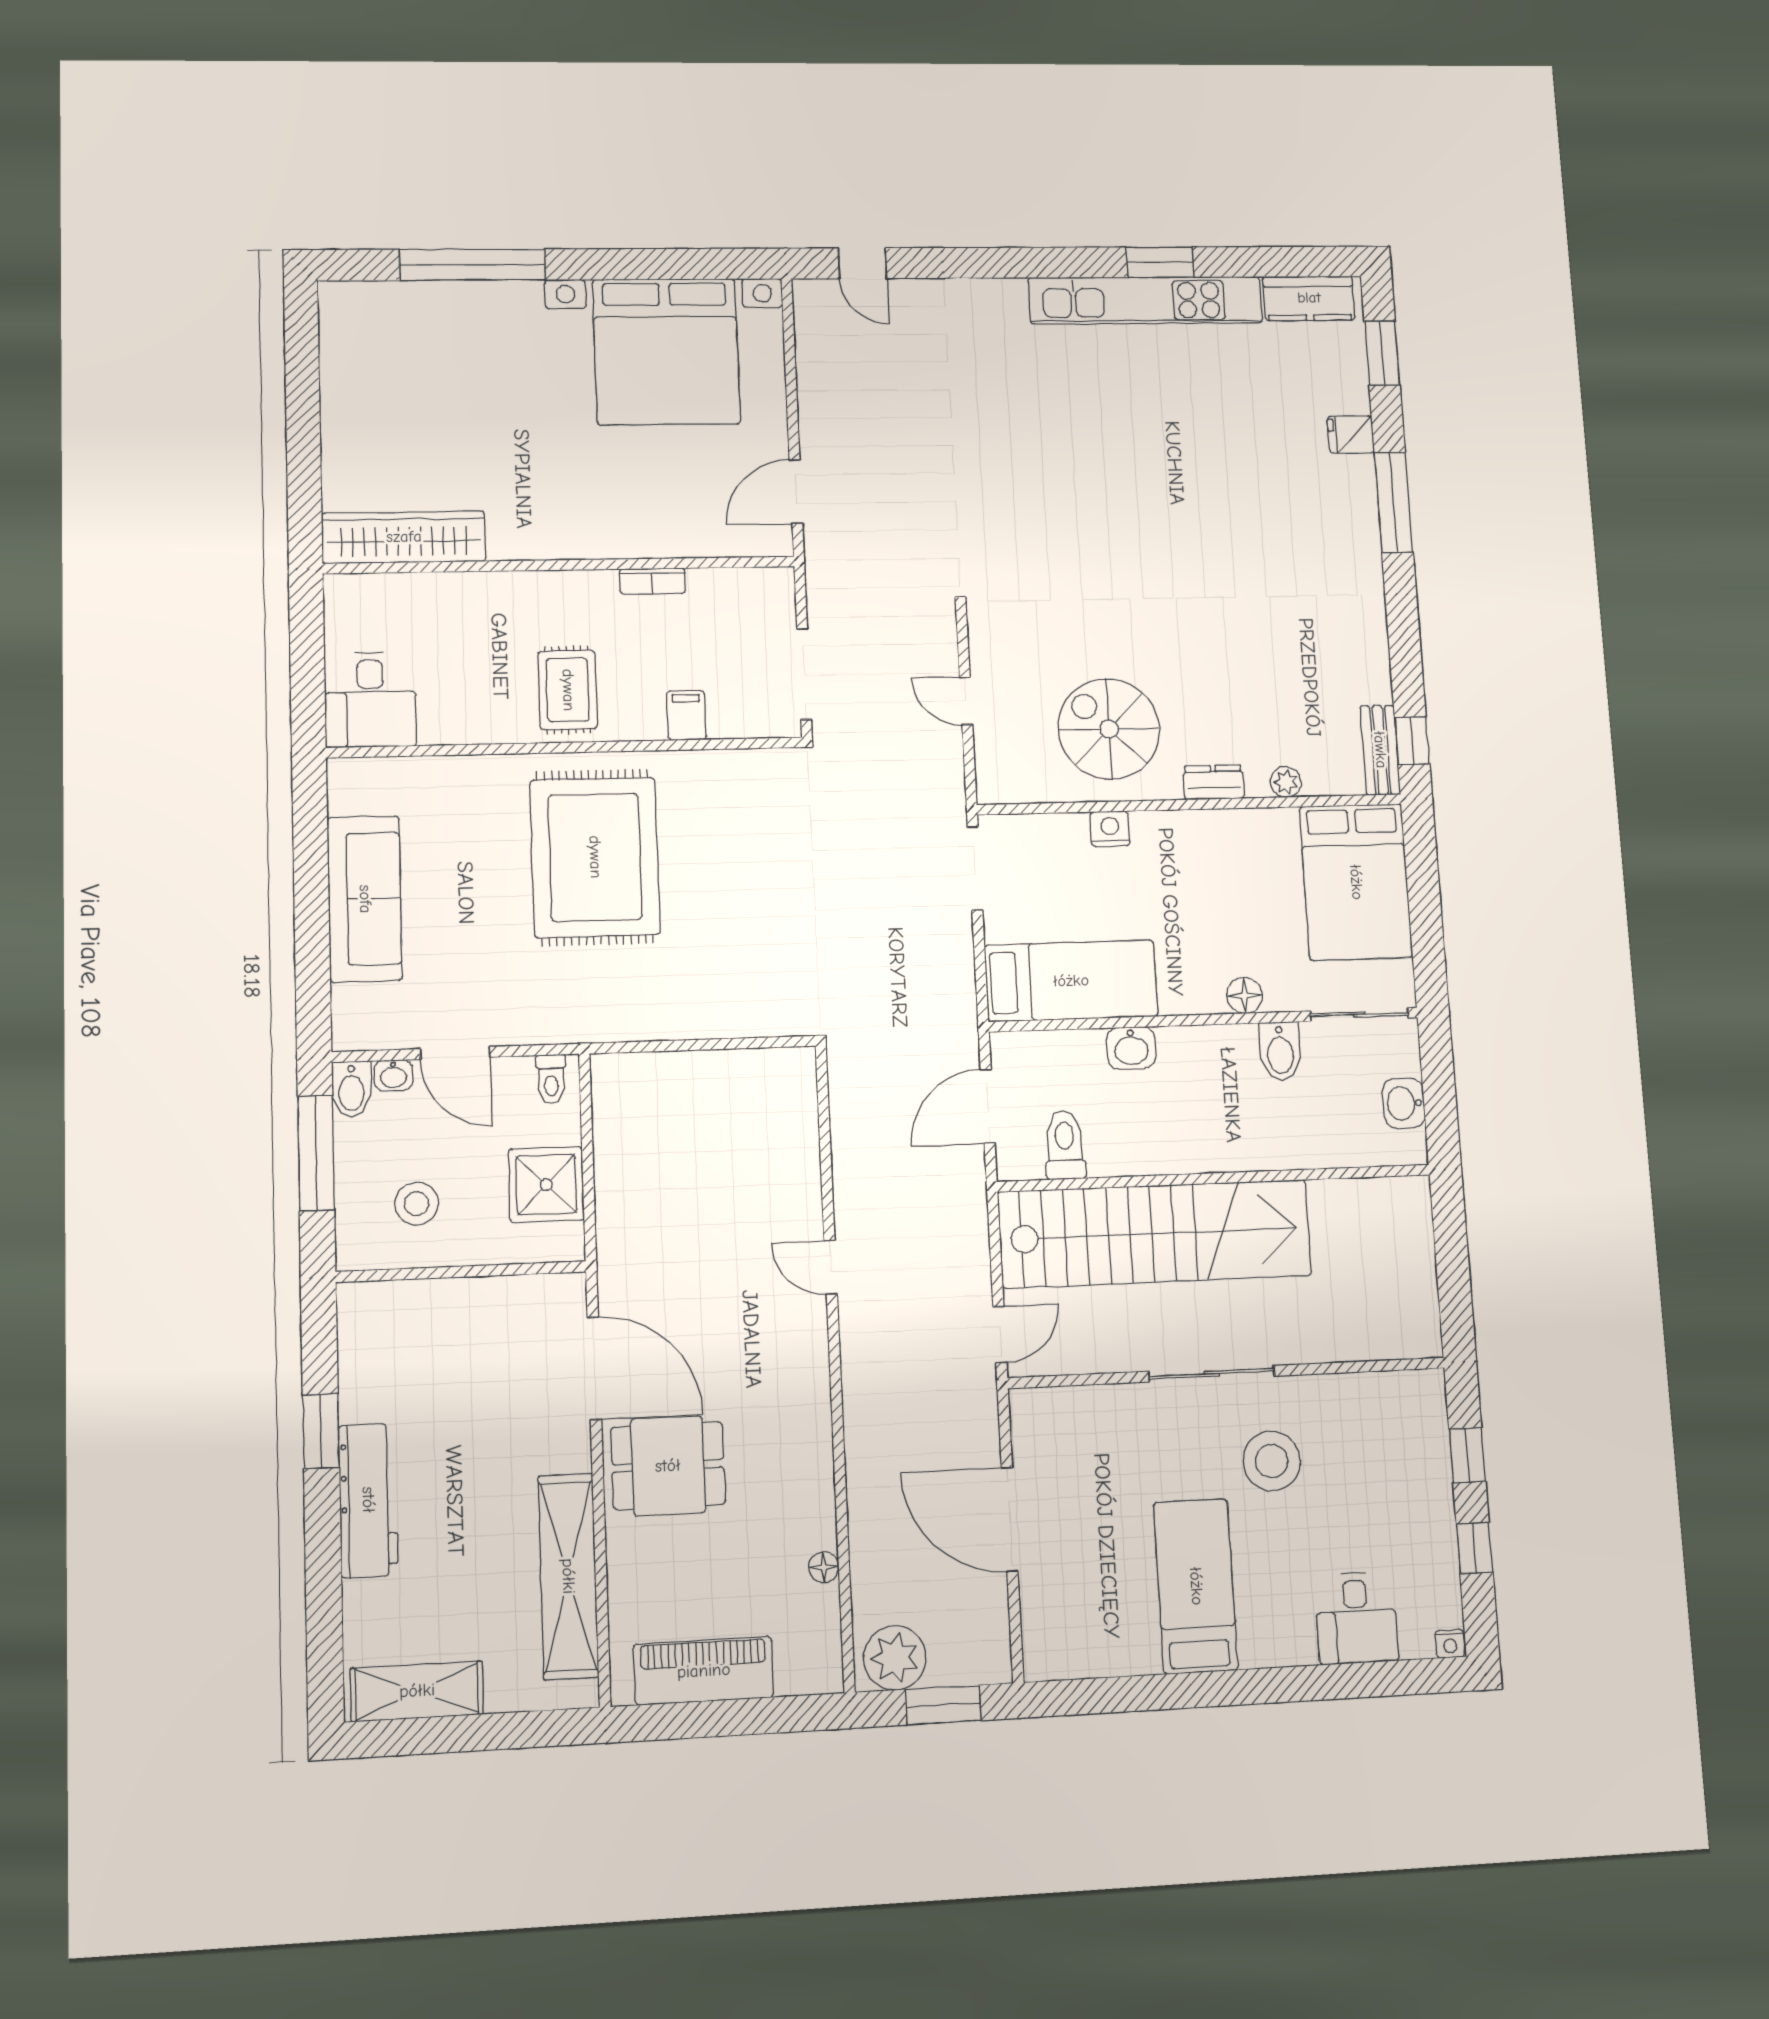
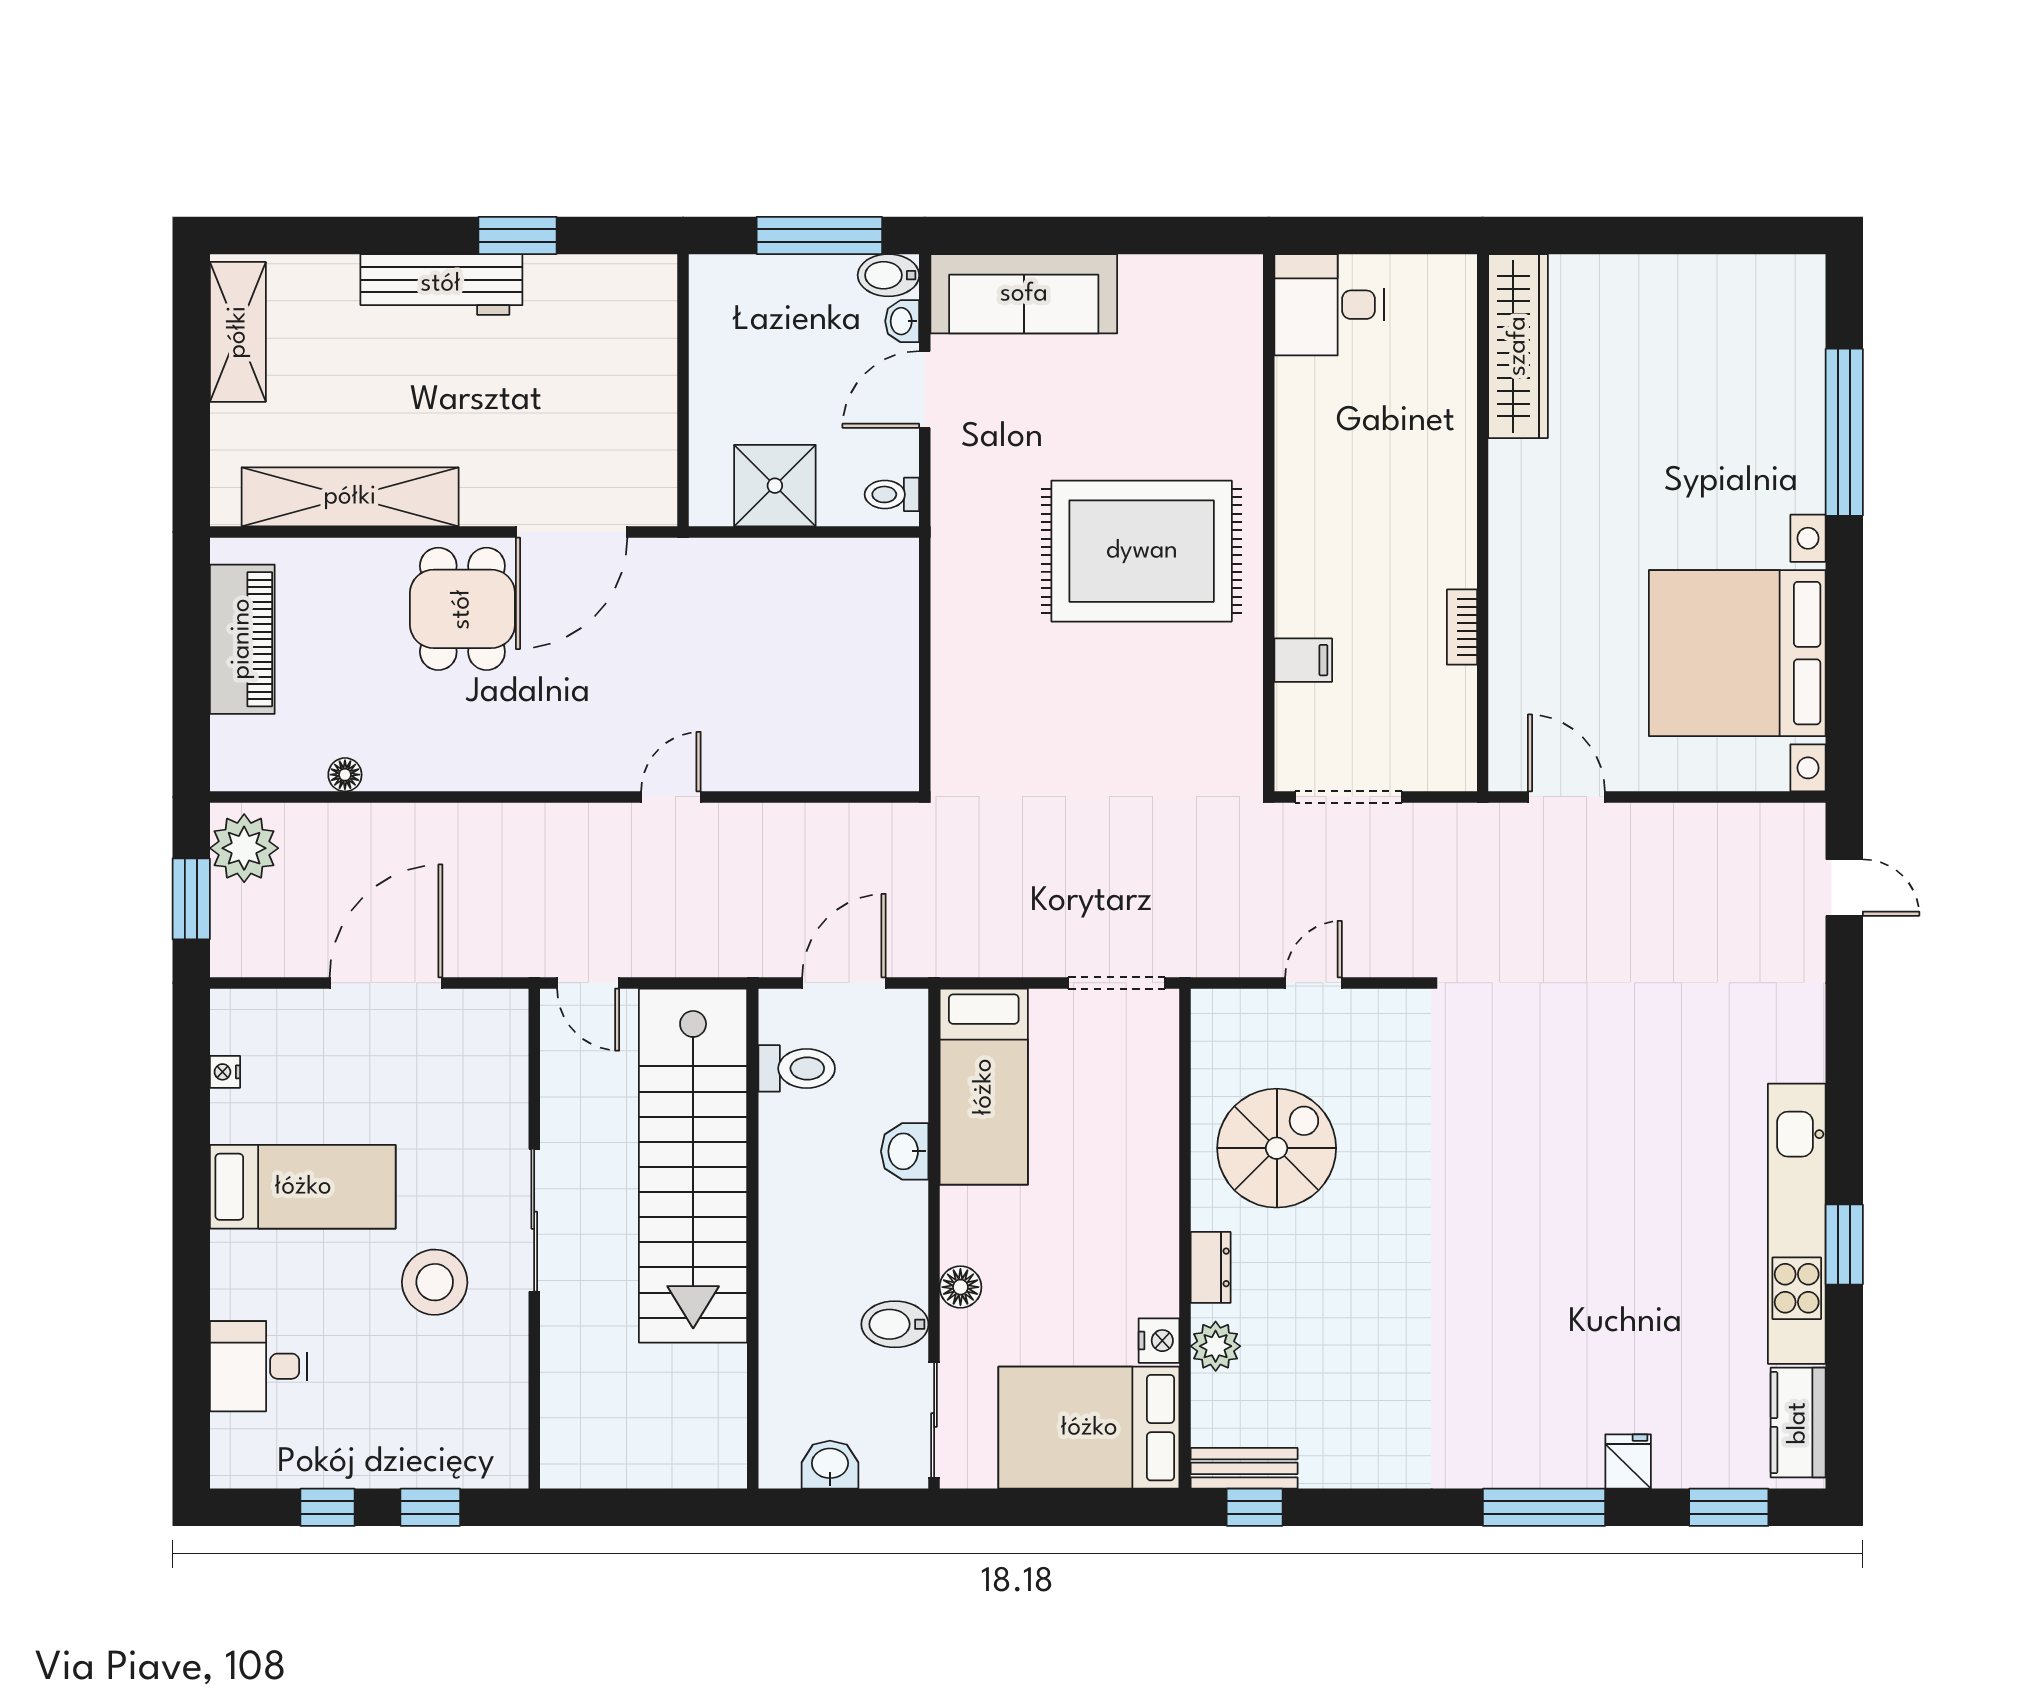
door: (862, 263) -> (1844, 888), swing flipped
rug: (568, 690) -> (1336, 526), removed
plant: (1286, 782) -> (1216, 1346), width x1.38, depth x1.38
nightstand: (1110, 829) -> (1159, 1341), moved
sofa: (365, 899) -> (1024, 294), moved
door: (988, 1106) -> (844, 983), hinge flipped
stool: (417, 1204) -> (759, 343), removed
nightstand: (1450, 1644) -> (225, 1072), moved

